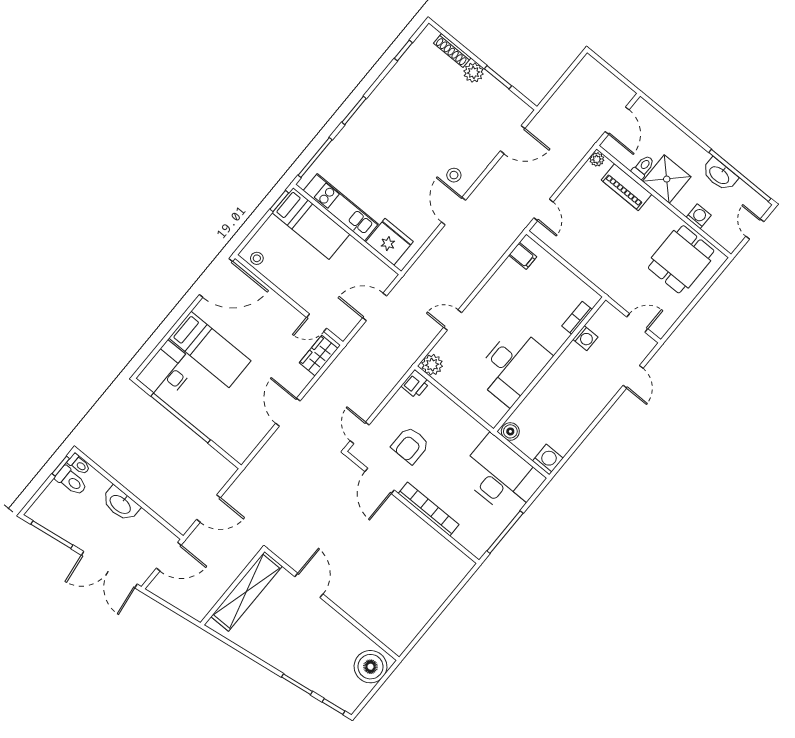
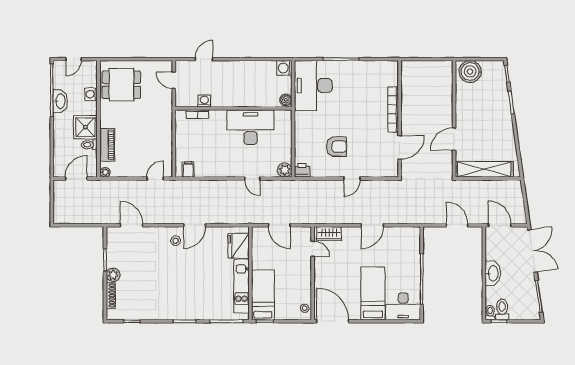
door: (380, 481) -> (400, 147), moved
wall: (412, 507) -> (400, 119), moved
bookcase: (429, 509) -> (393, 109), moved

